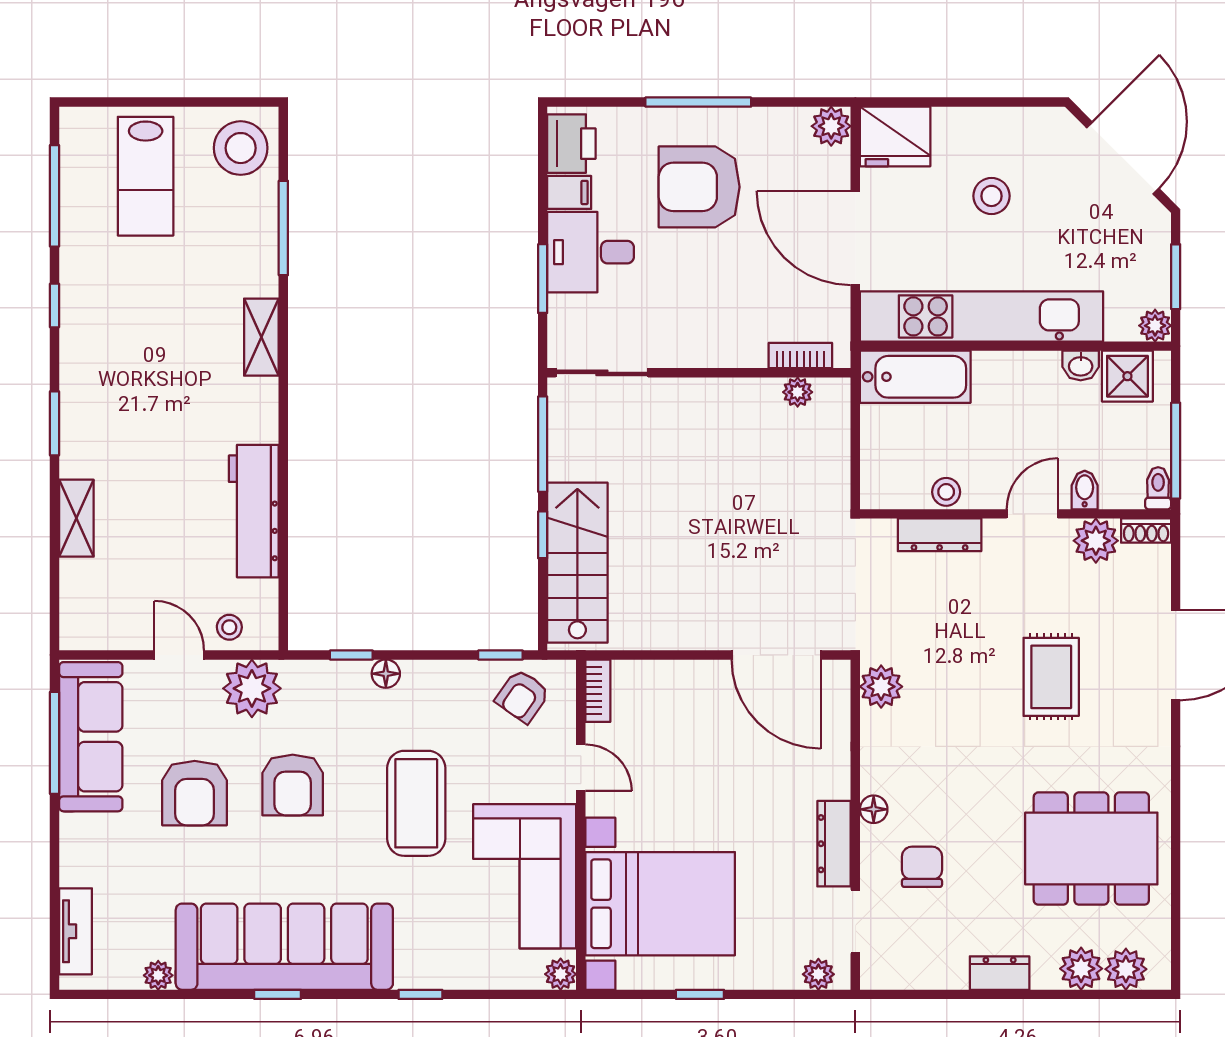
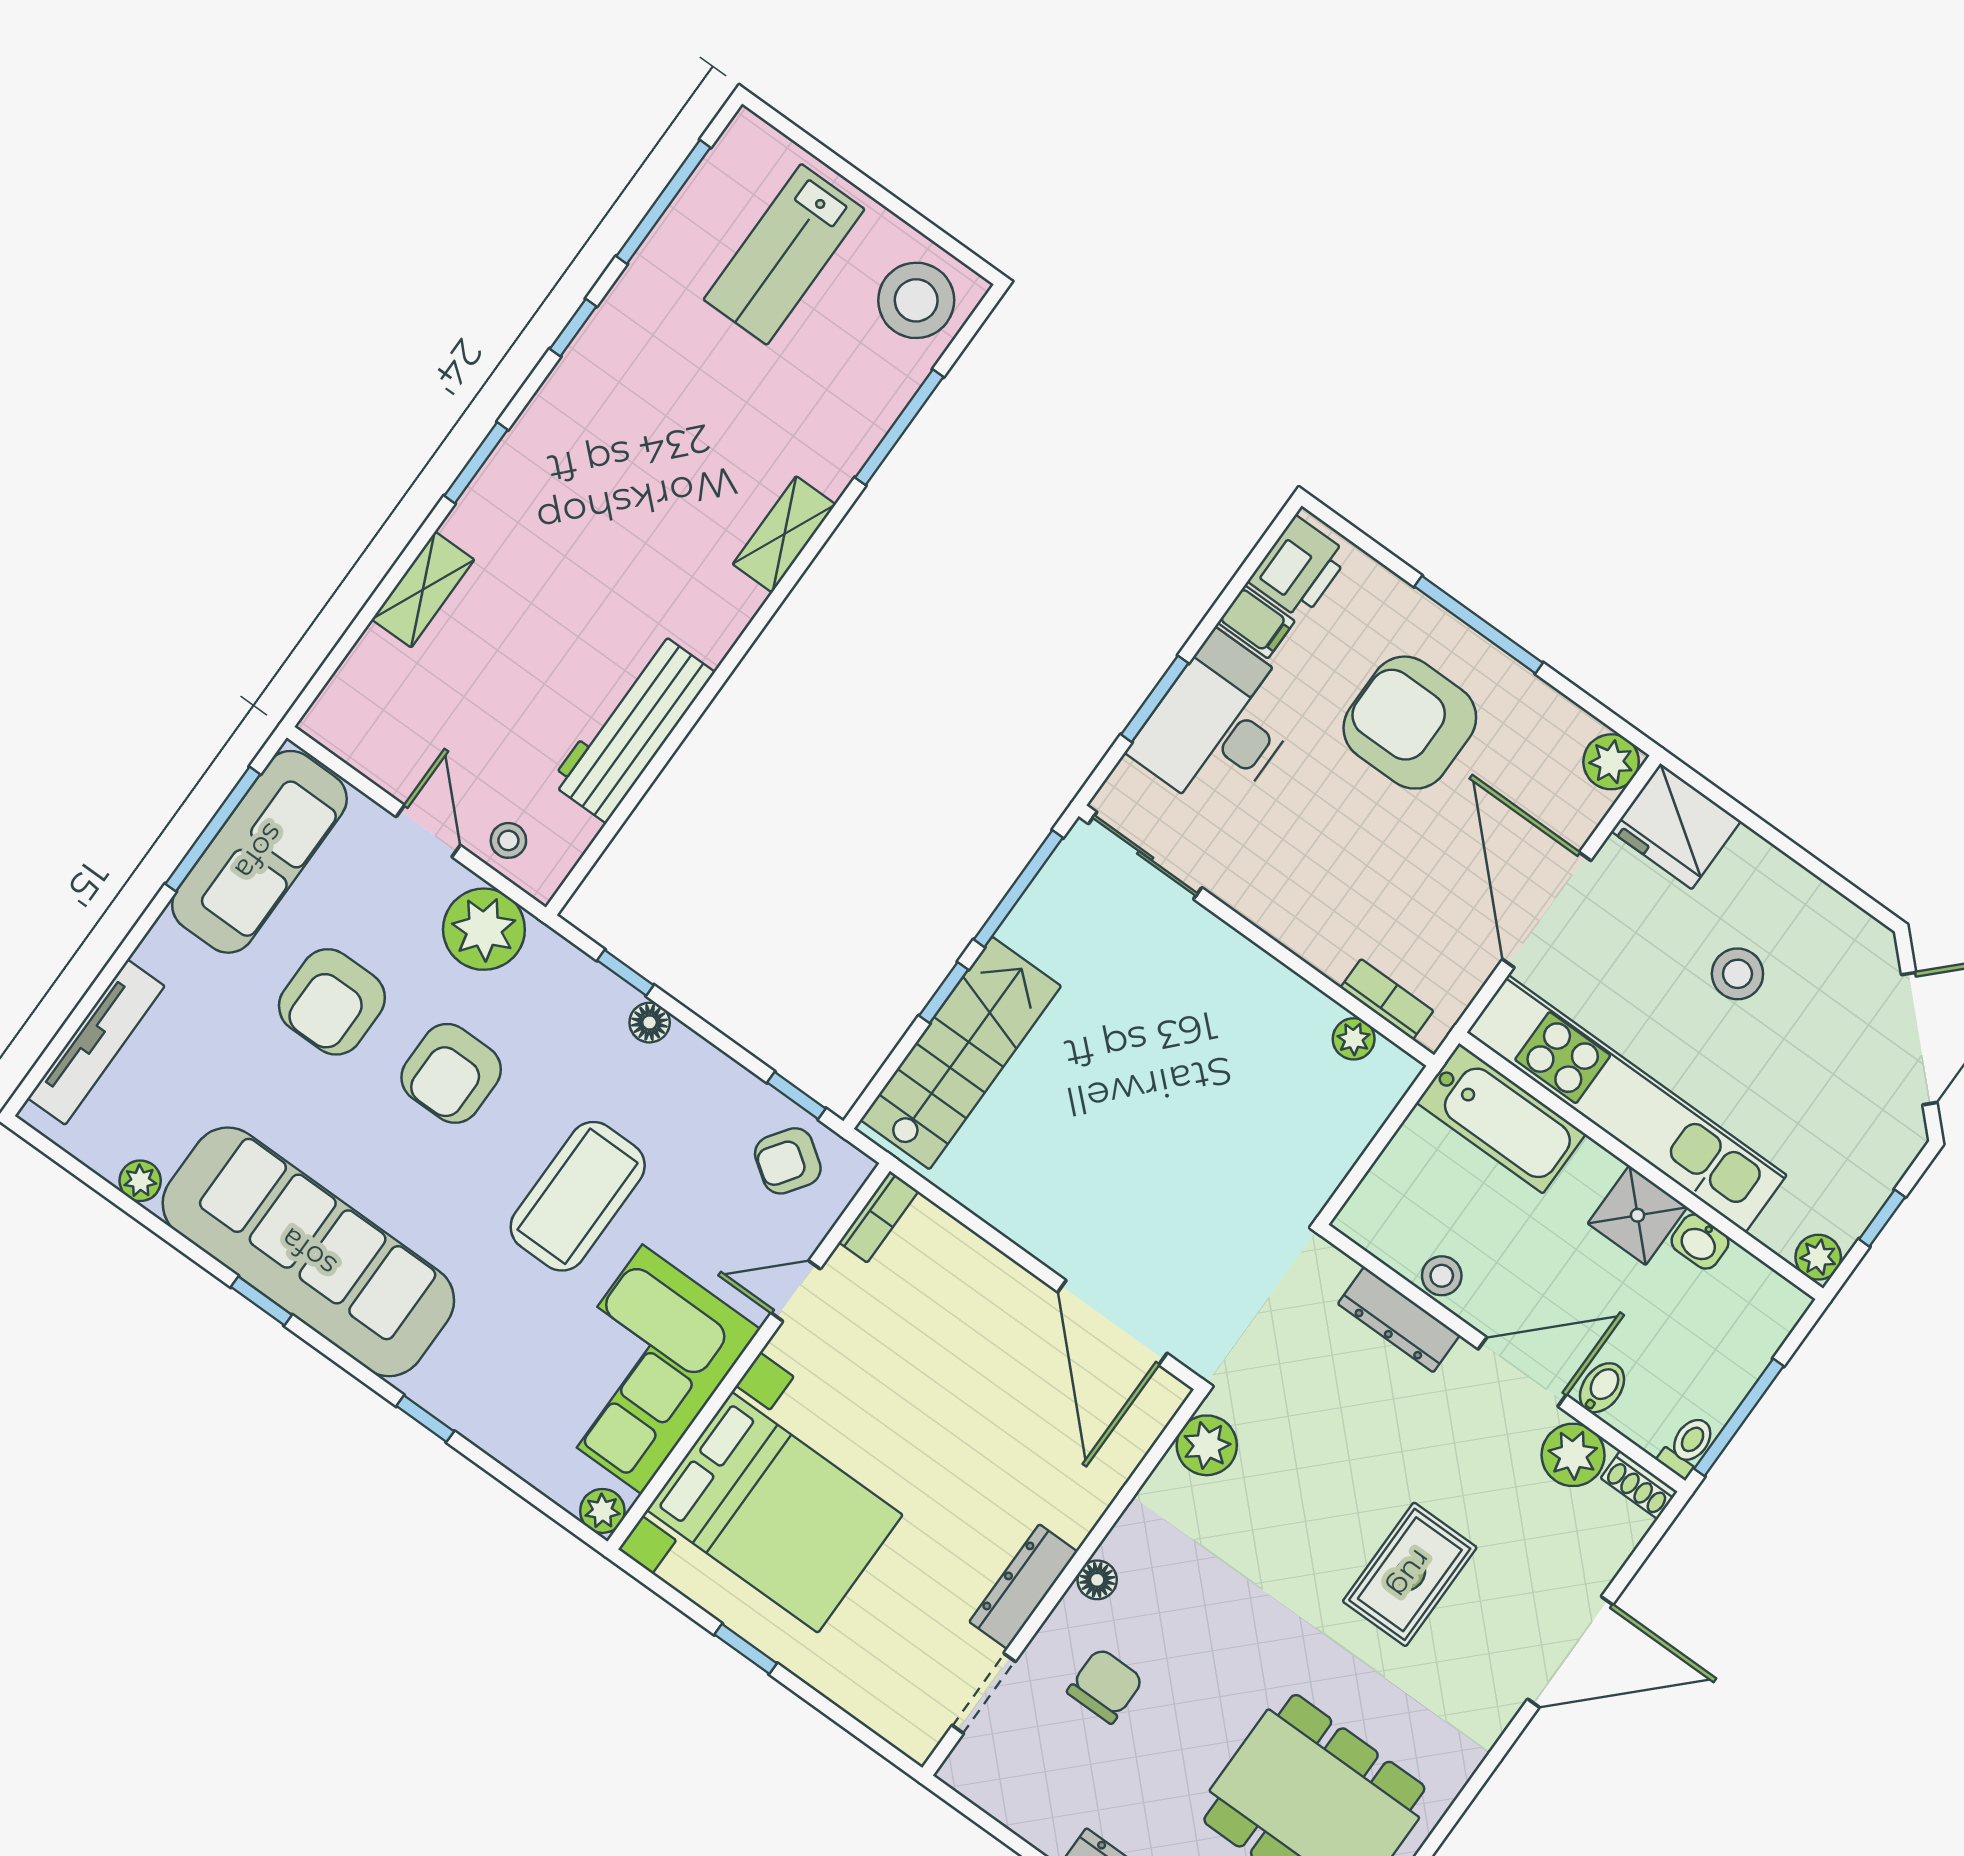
desk: (591, 252) -> (1219, 725), width x1.37
window: (1176, 277) -> (1882, 1218), width x0.67
shower: (1127, 376) -> (1638, 1215), moved
door: (1032, 514) -> (1522, 1372), width x1.38
door: (581, 768) -> (796, 1291), swing flipped
tv unit: (76, 931) -> (96, 1042), width x1.41
plant: (818, 974) -> (898, 1723), removed

